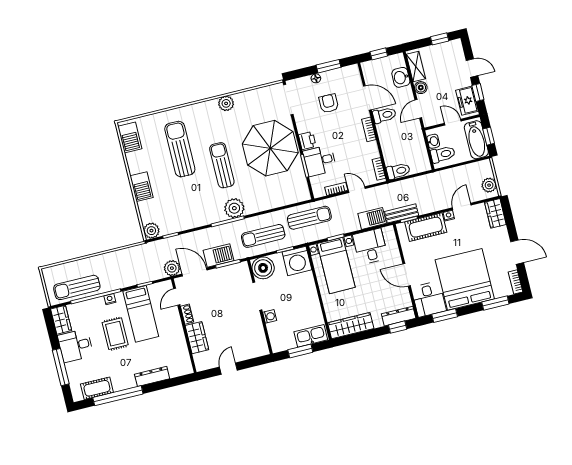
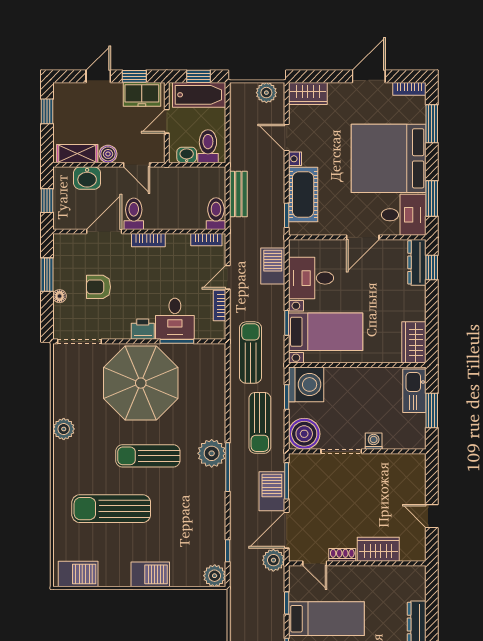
bench: (402, 213) -> (238, 194), moved
wardrobe: (351, 326) -> (414, 342), width x0.67

